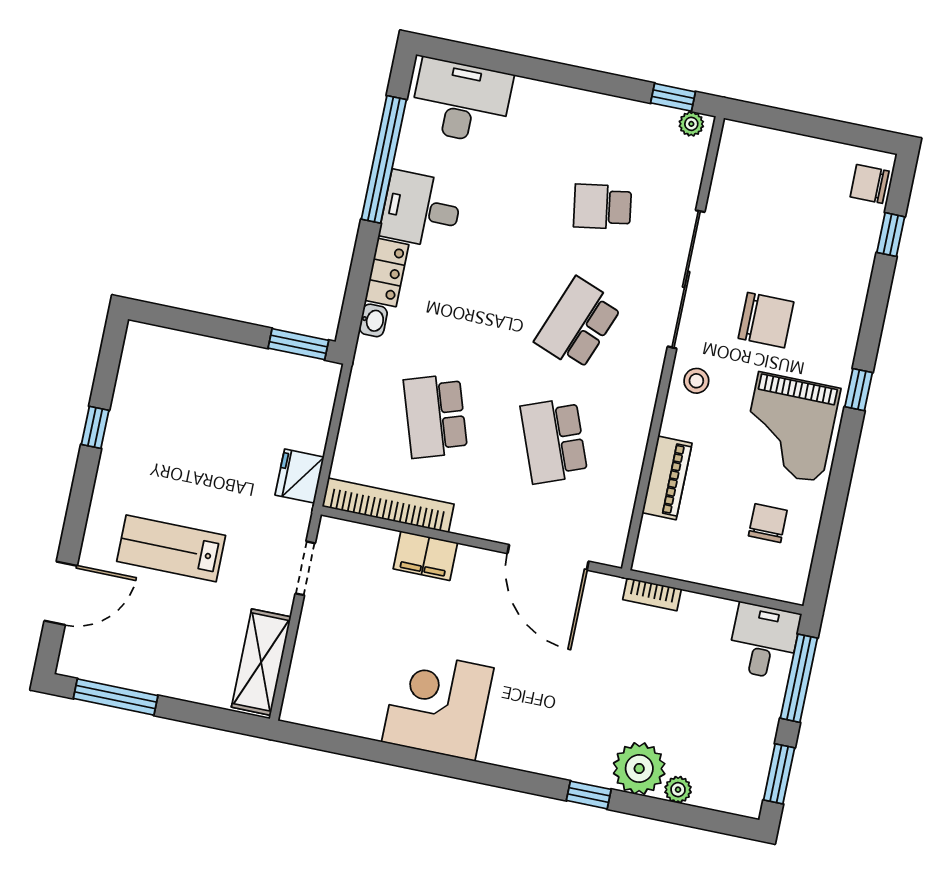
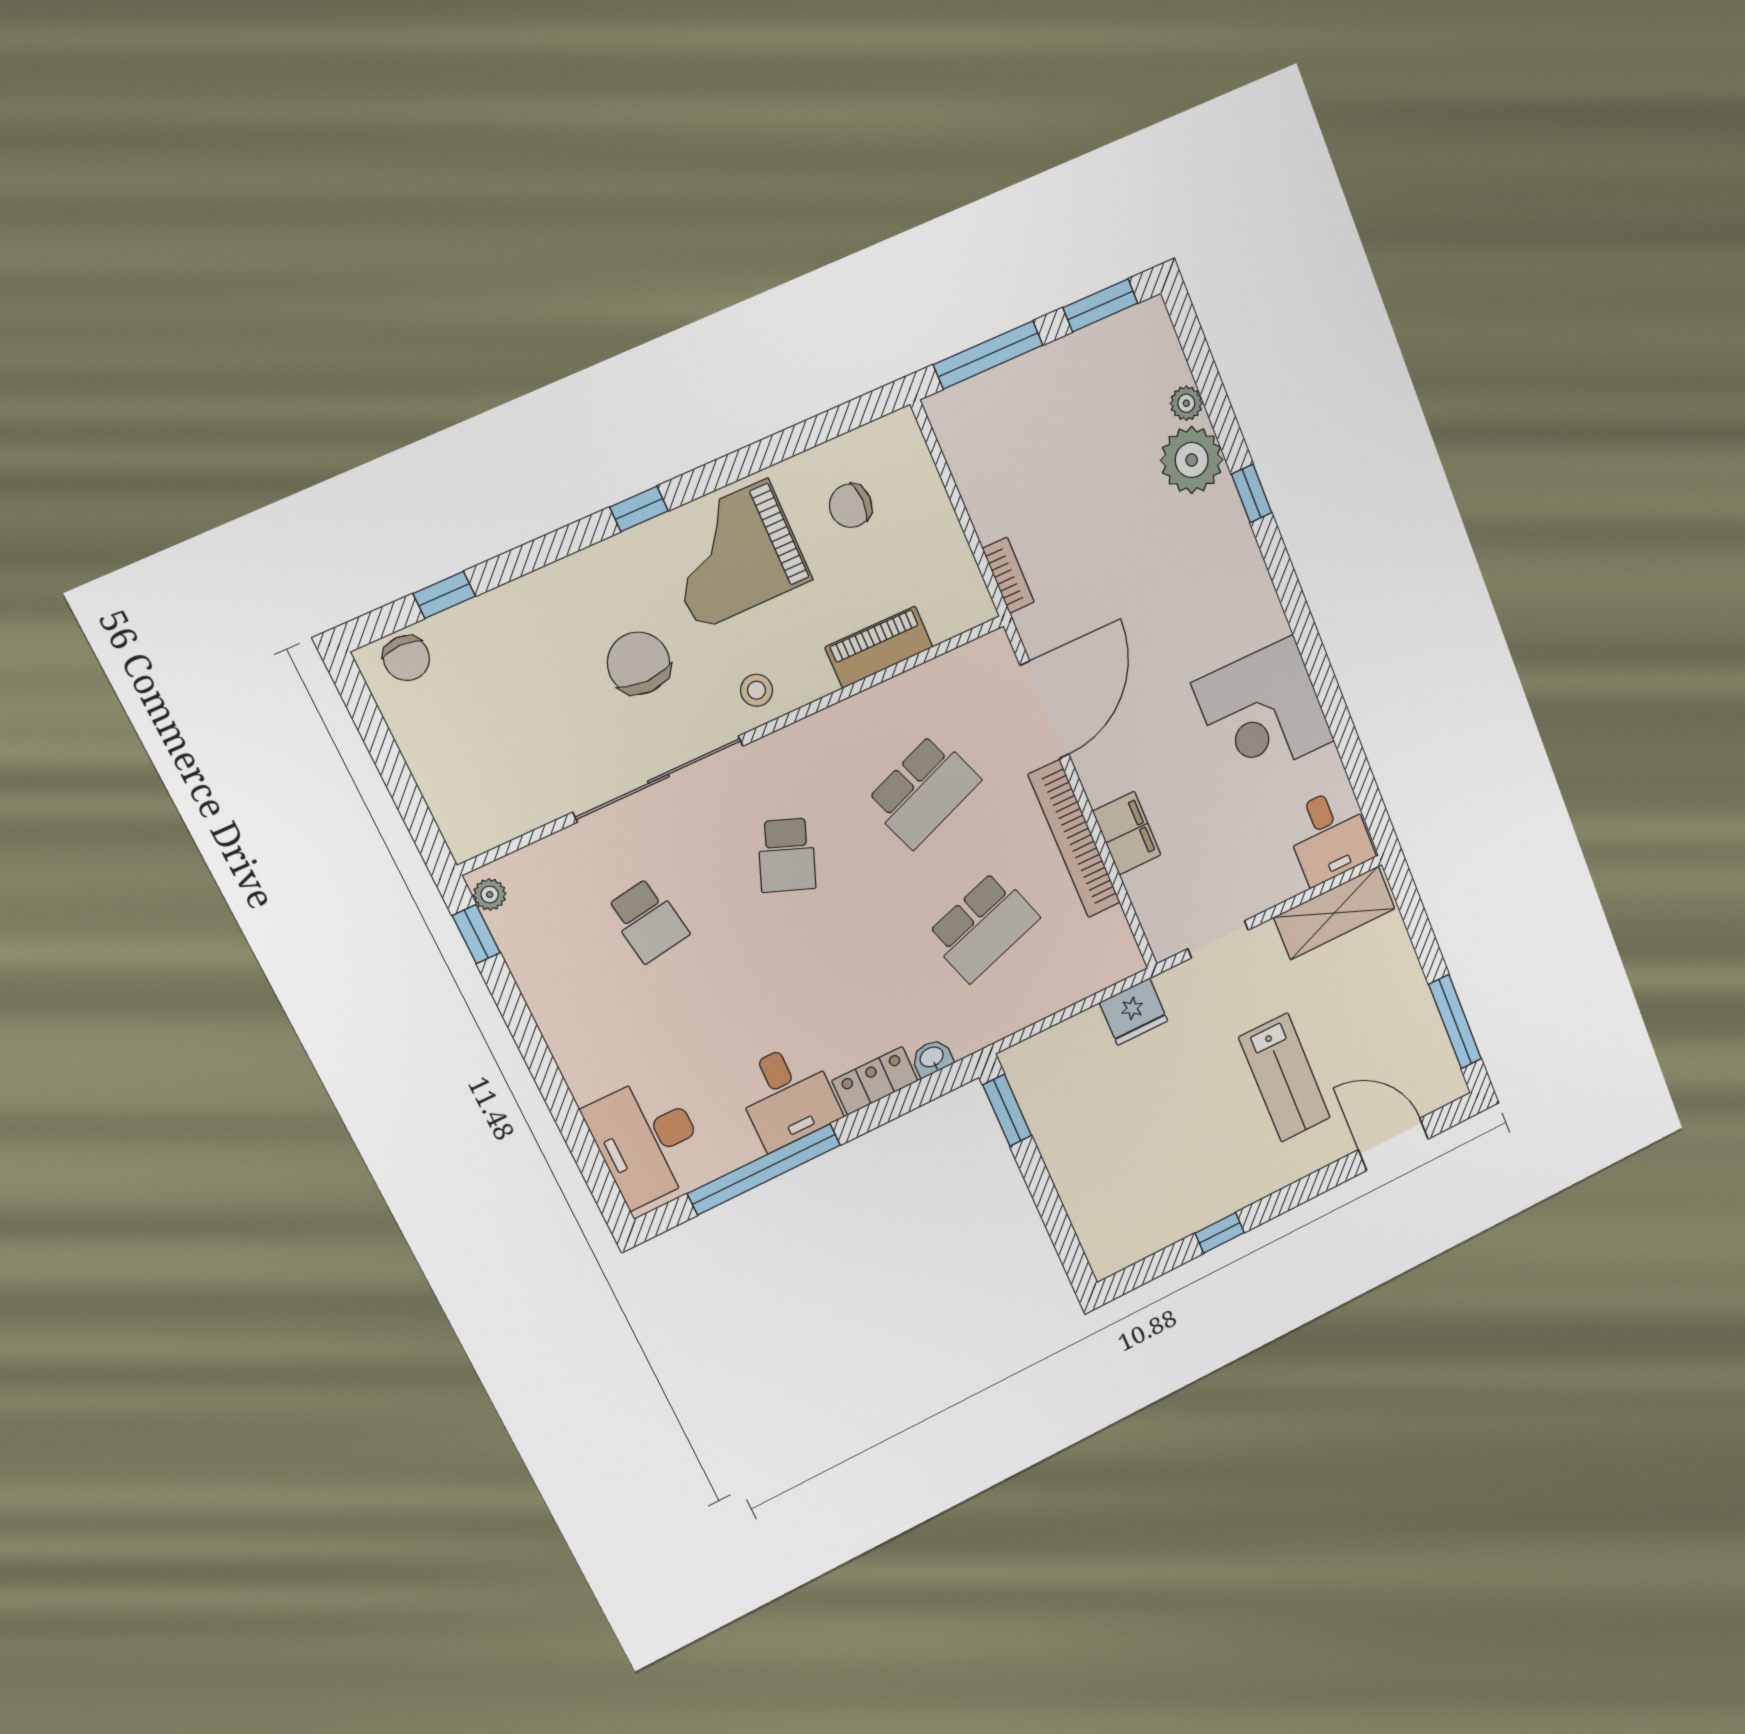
school desk: (578, 324) -> (787, 855), width x0.54
grand piano: (790, 427) -> (733, 555), turned 180
bookcase: (388, 505) -> (1074, 839), moved
desk: (764, 641) -> (1329, 836), moved, turned -90

